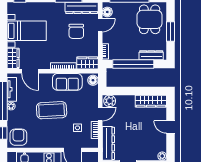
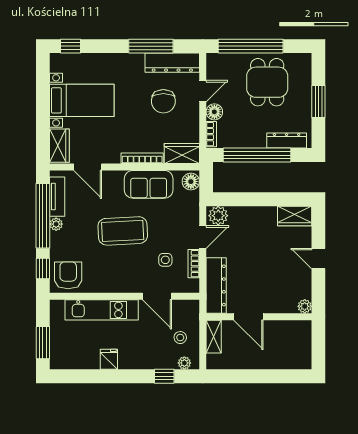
floor lamp: (107, 12) -> (214, 112), moved
dining table: (150, 19) -> (267, 82), moved
wardrobe: (151, 101) -> (295, 216), width x0.67

